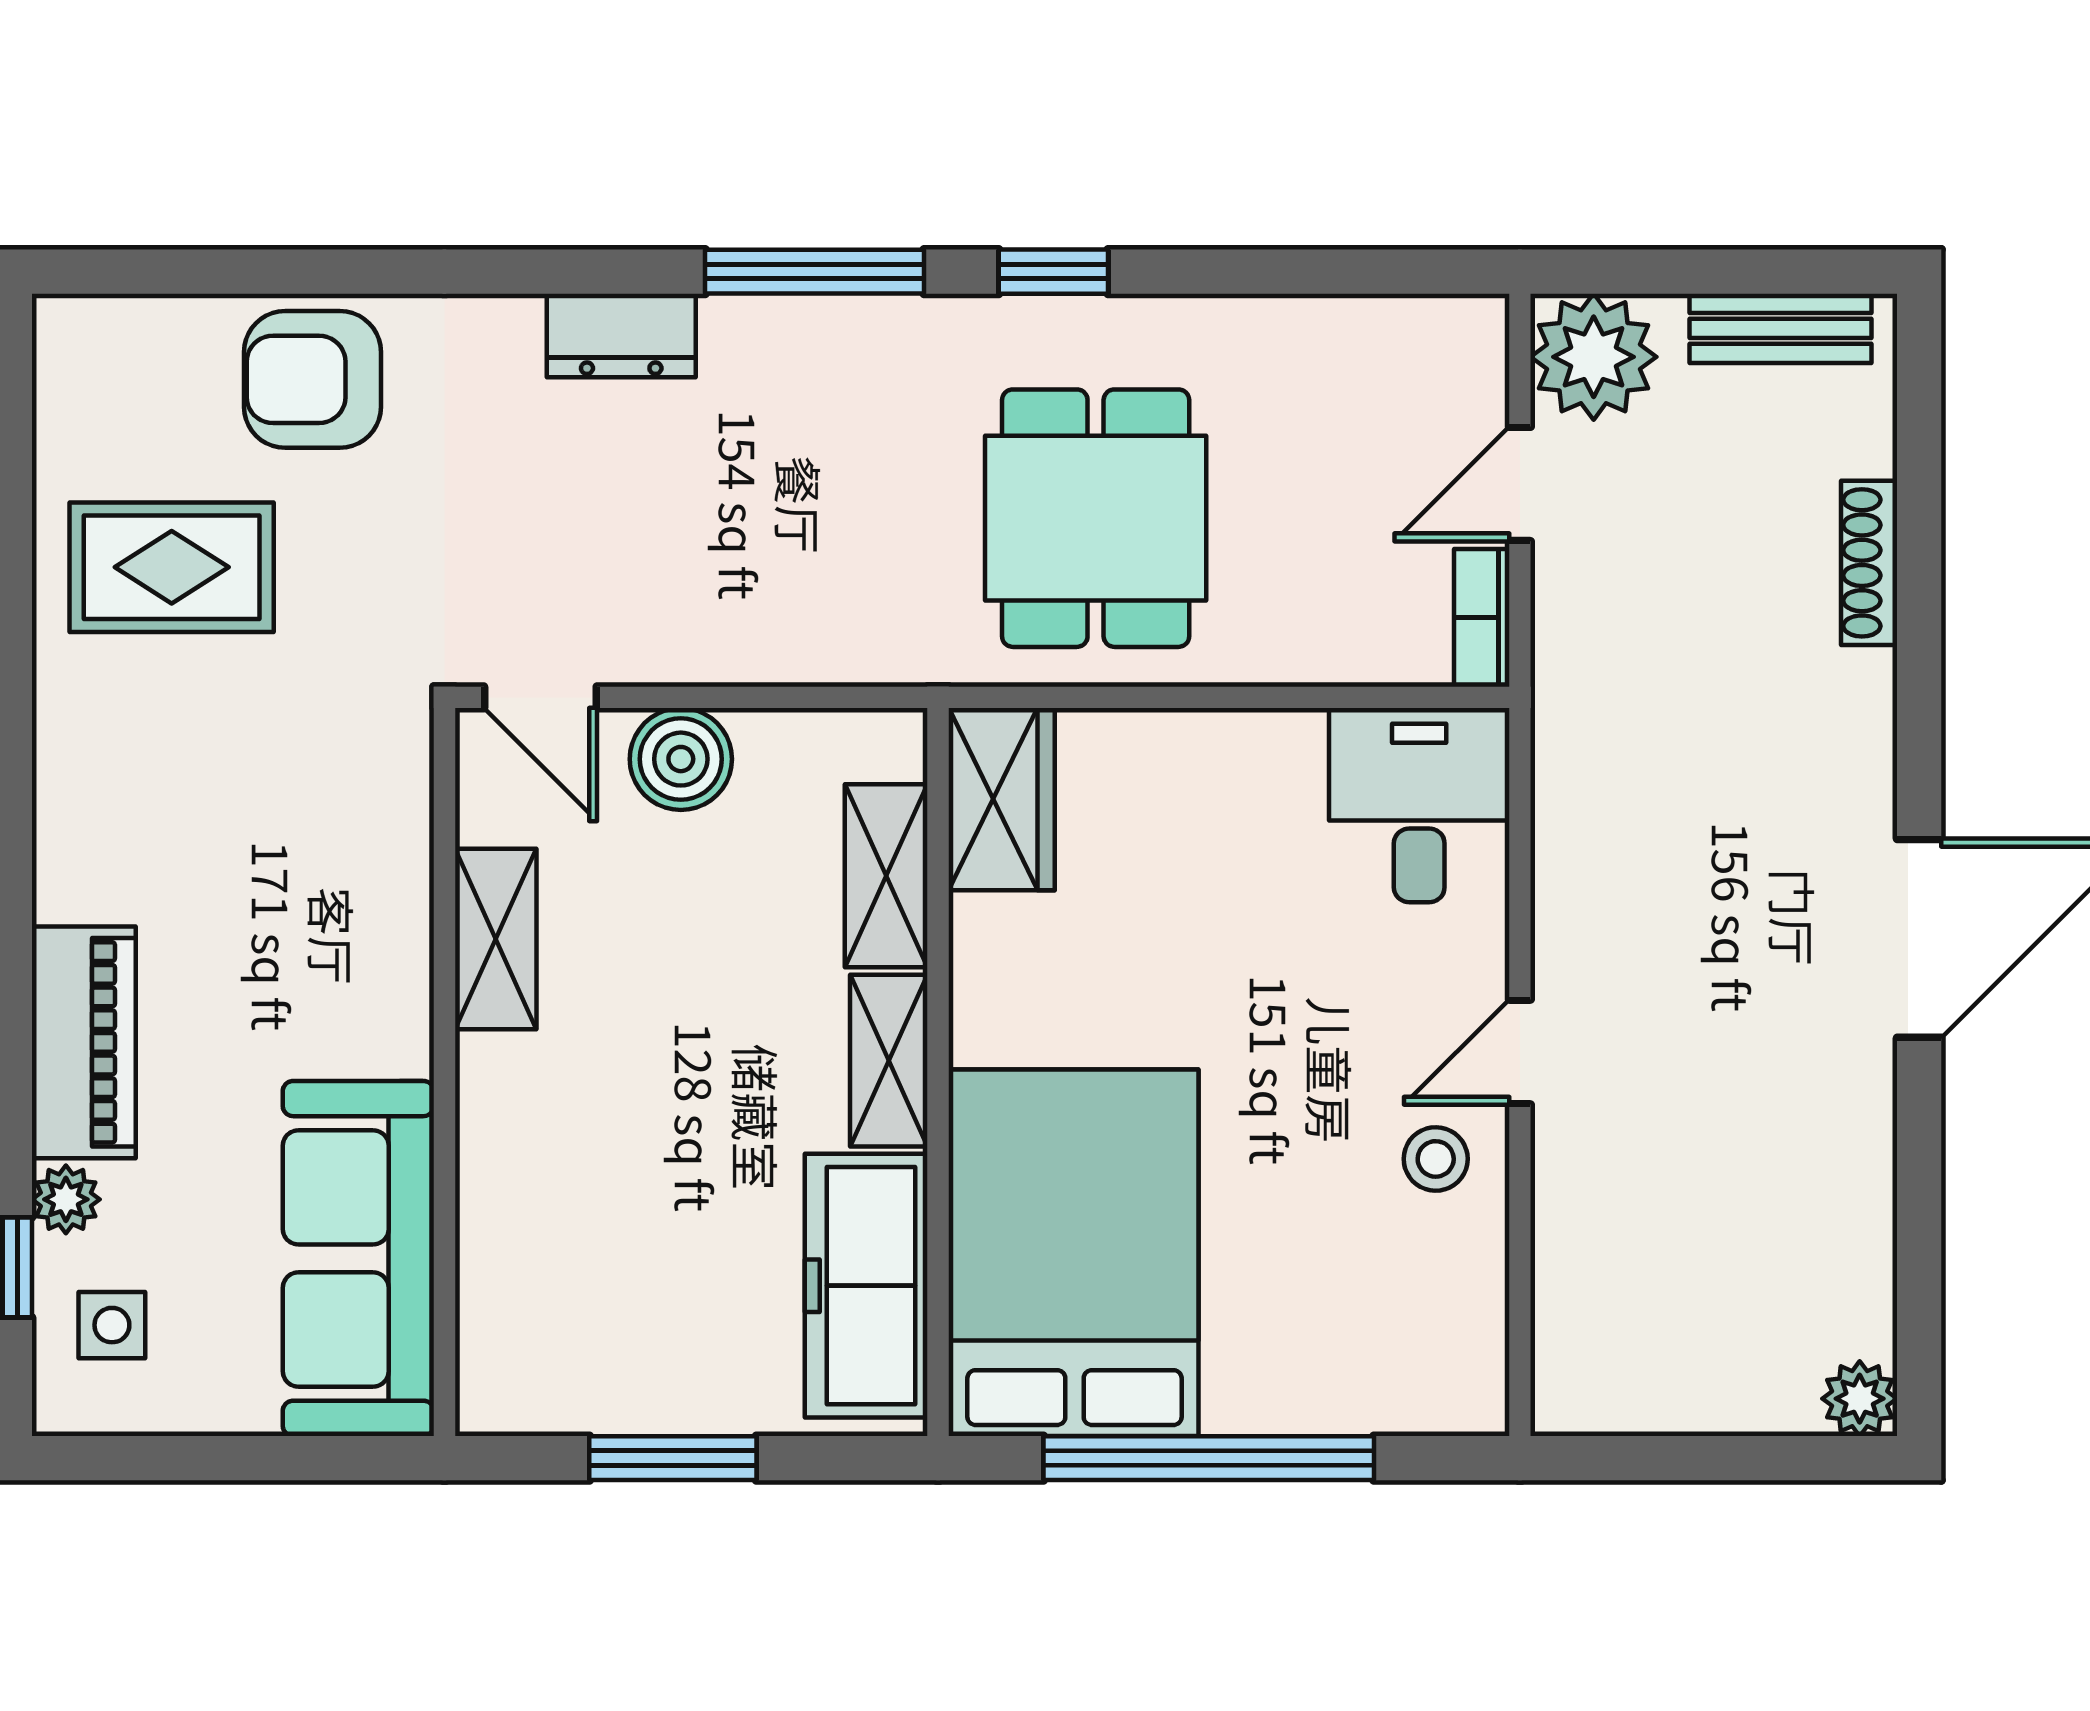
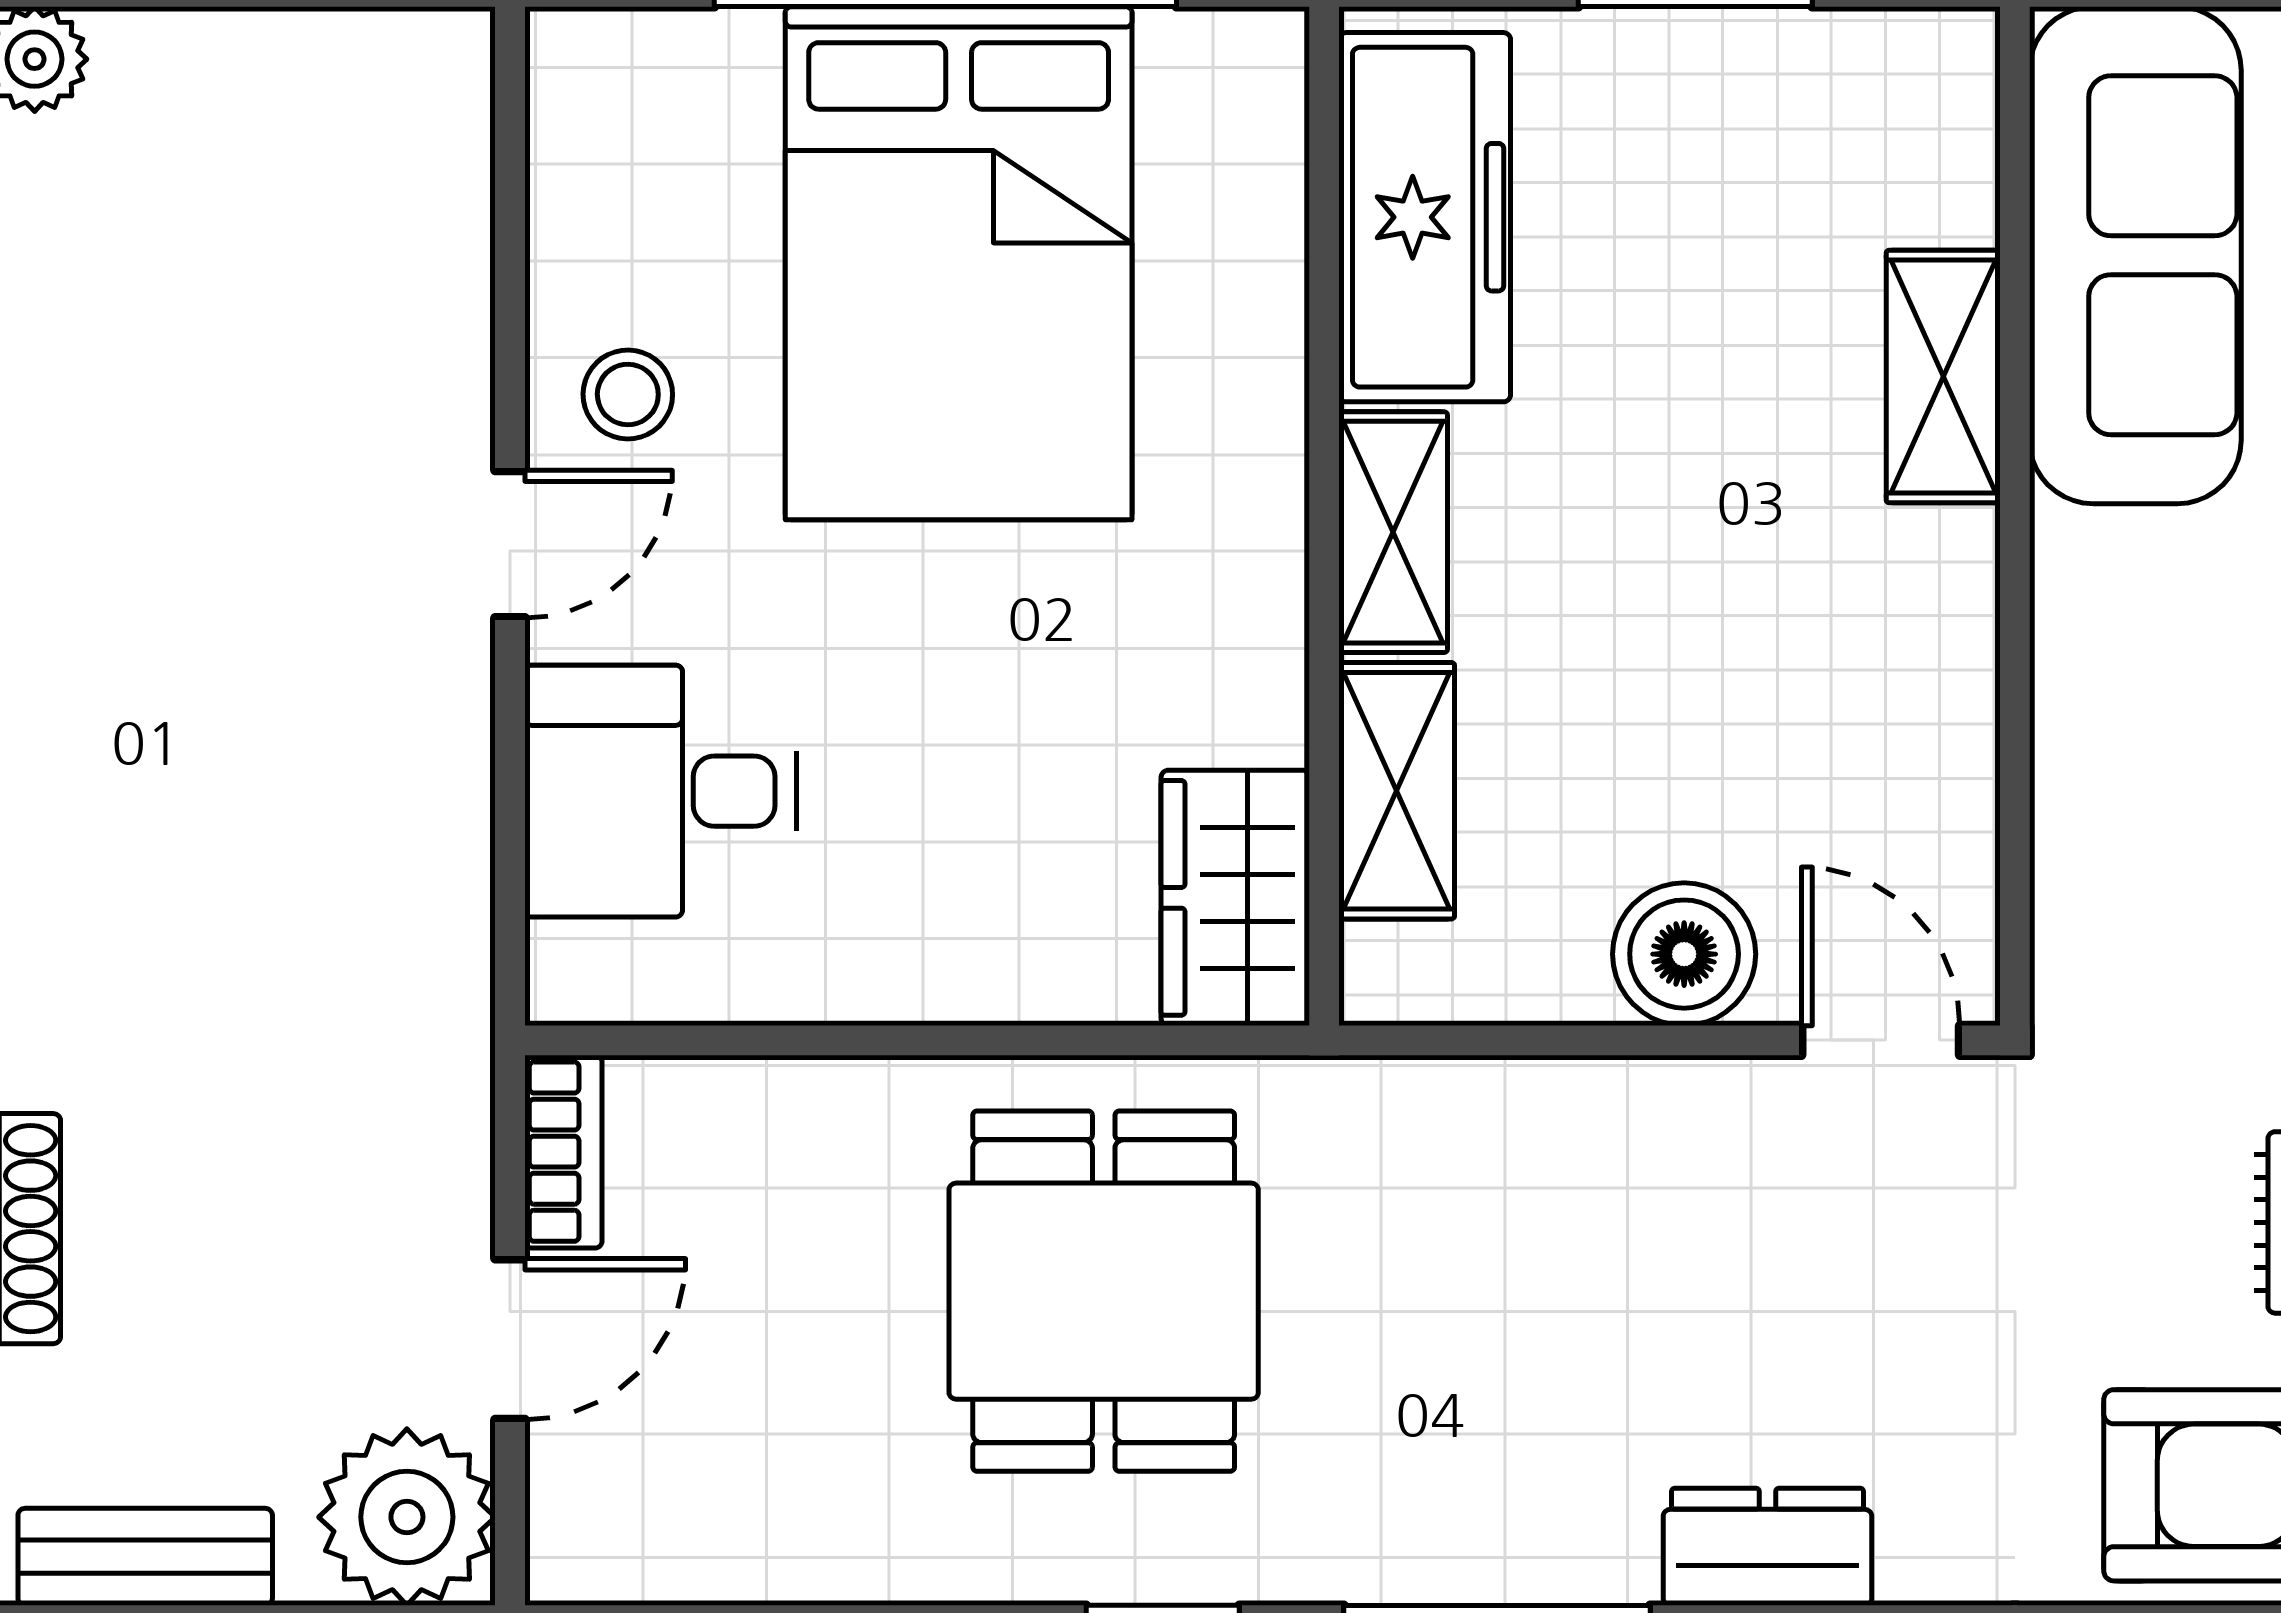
desk: (1419, 805) -> (661, 791), moved, turned 90
shelving: (496, 939) -> (1943, 376), moved
bed: (1074, 1253) -> (959, 263), moved

